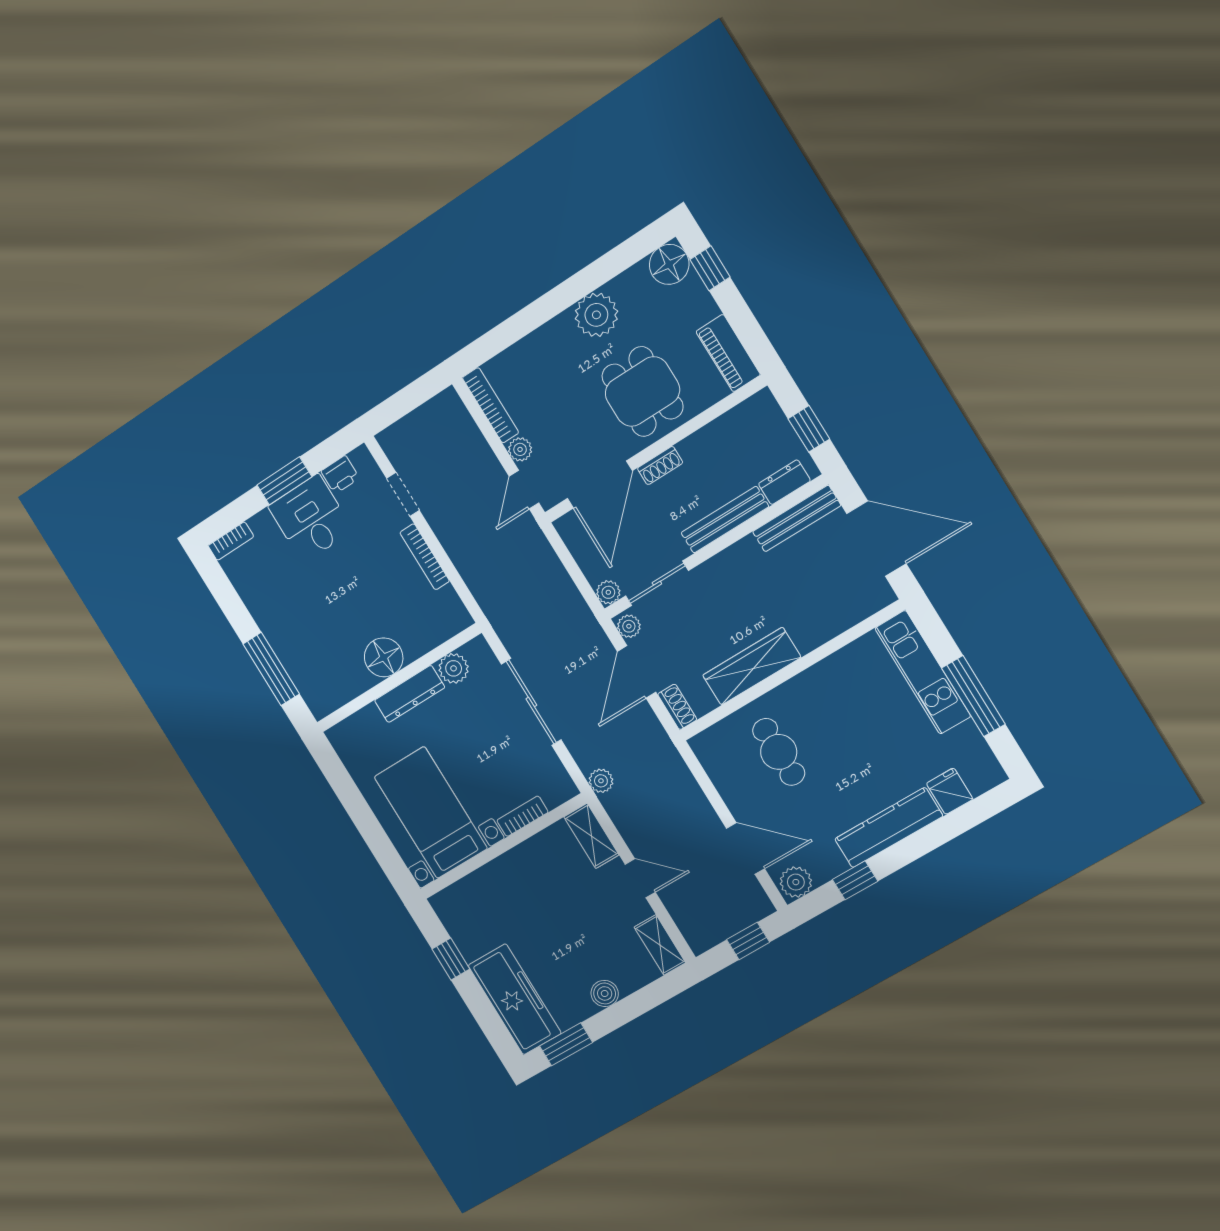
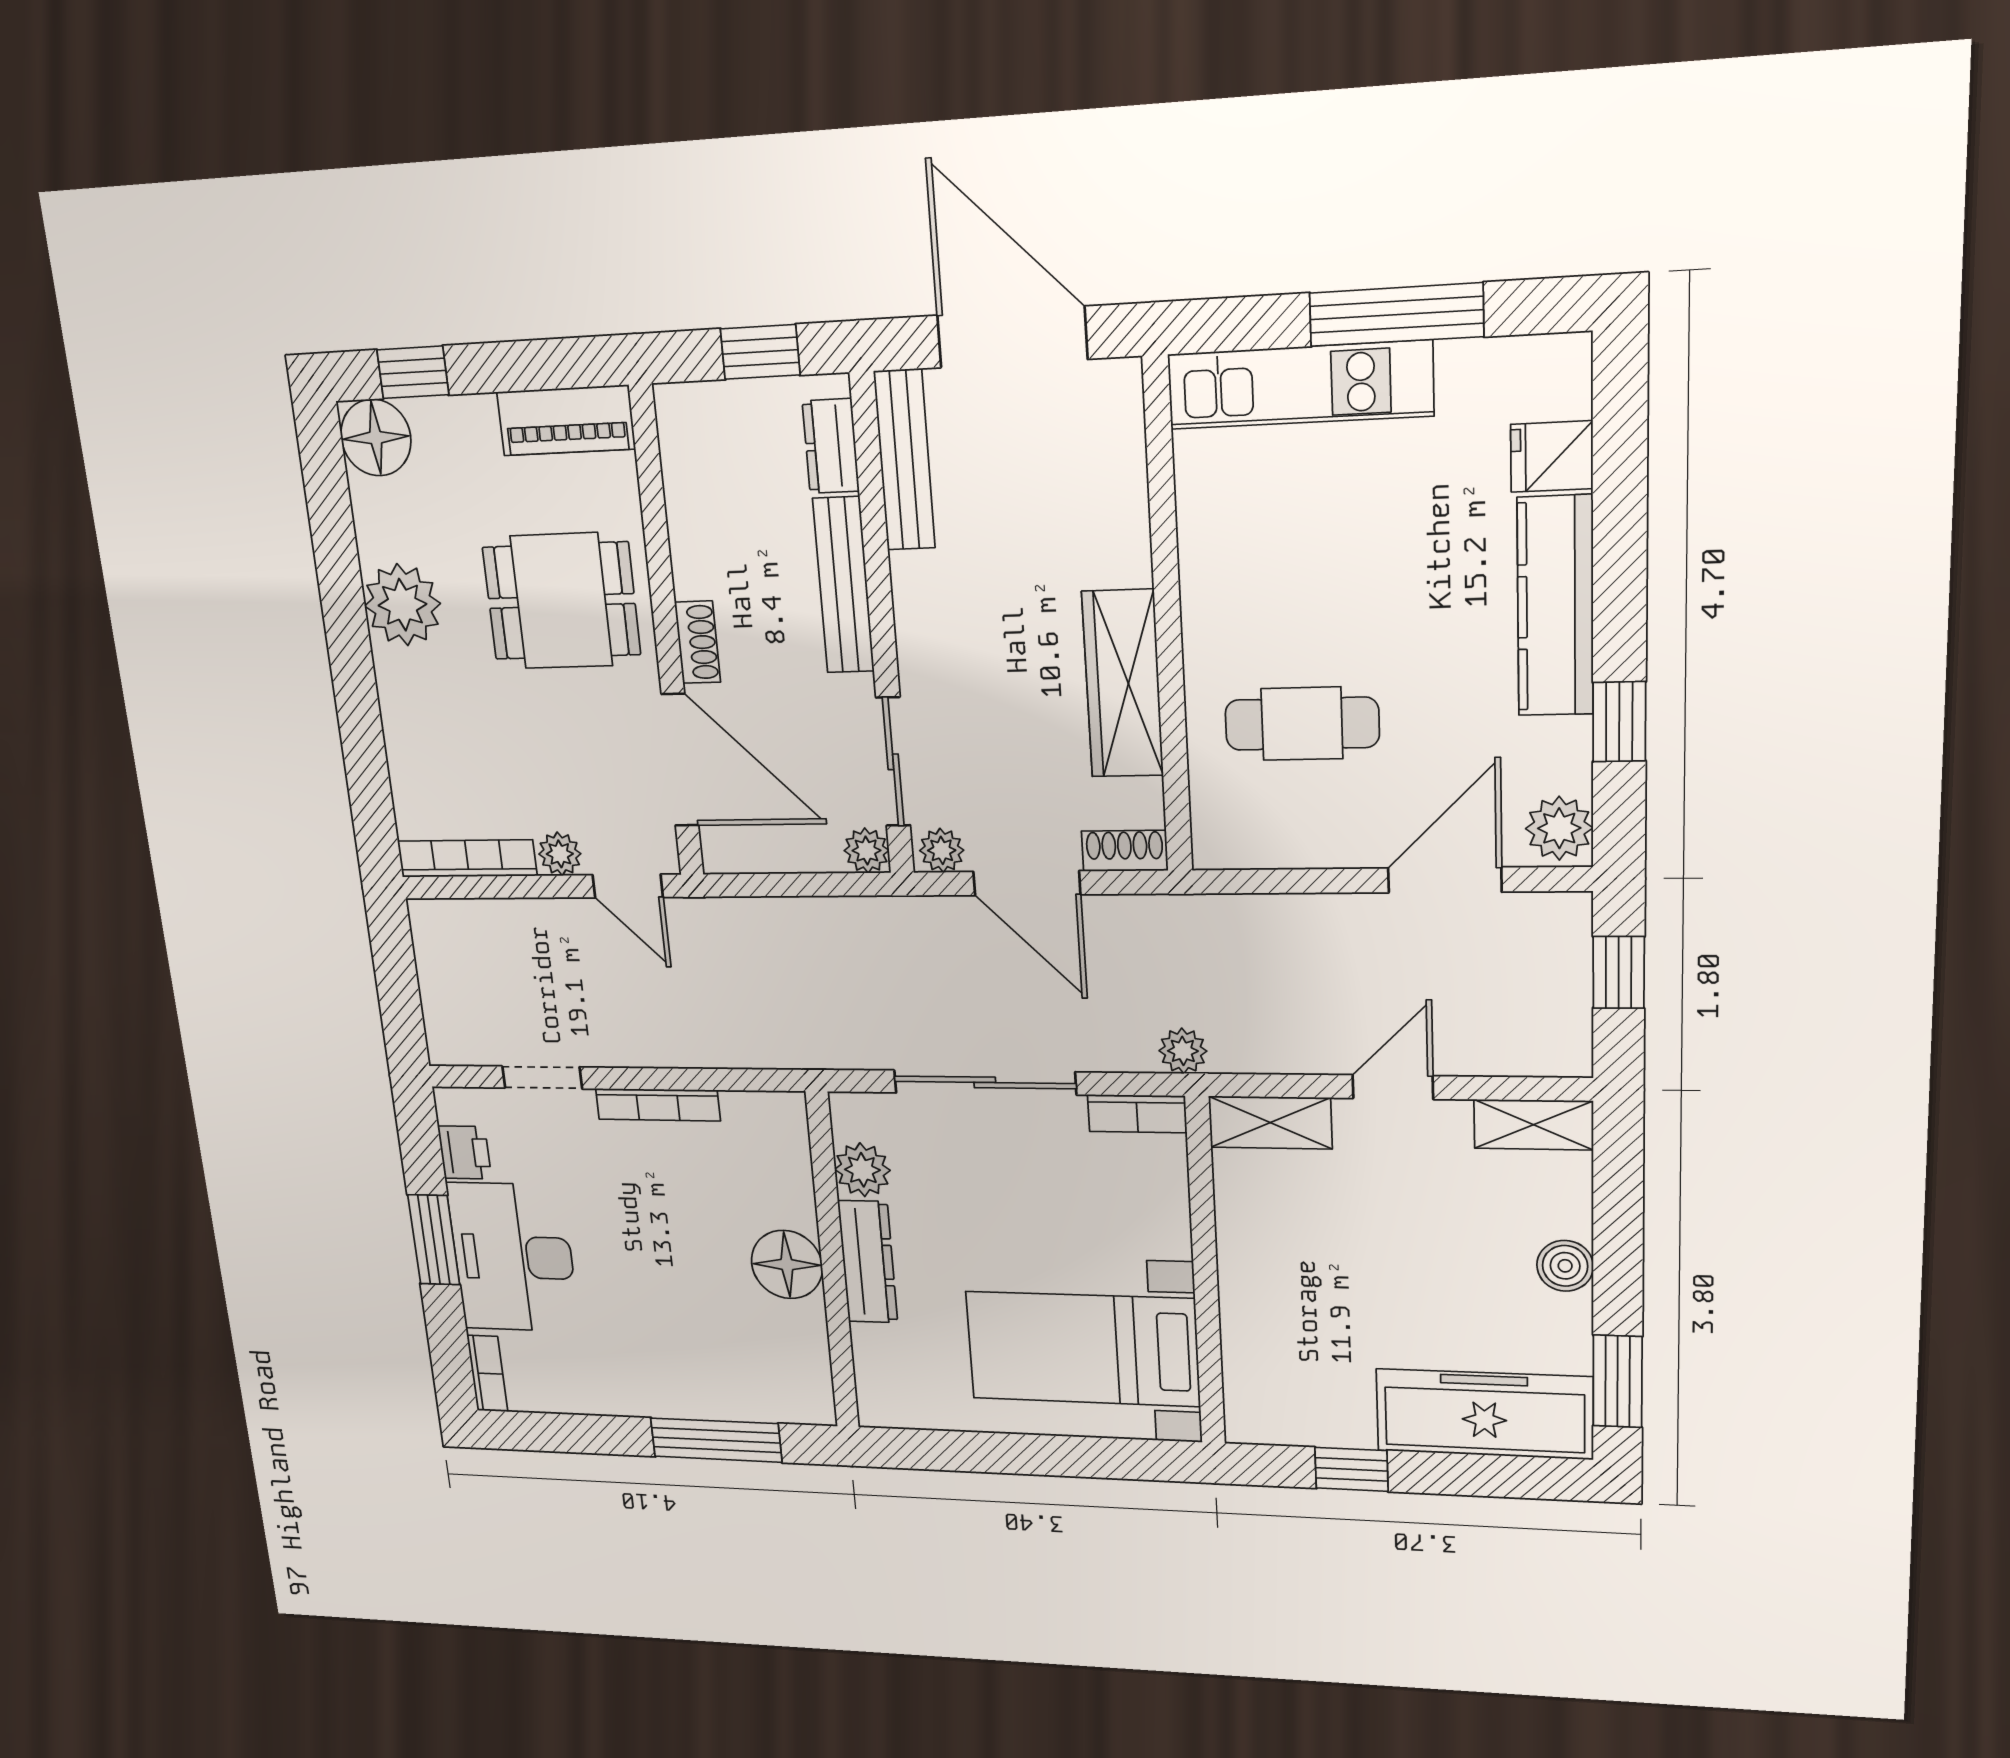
desk: (311, 518) -> (513, 1257), width x1.37
door: (876, 539) -> (1012, 337), hinge flipped
bookcase: (522, 816) -> (1137, 1114), moved, turned -90

